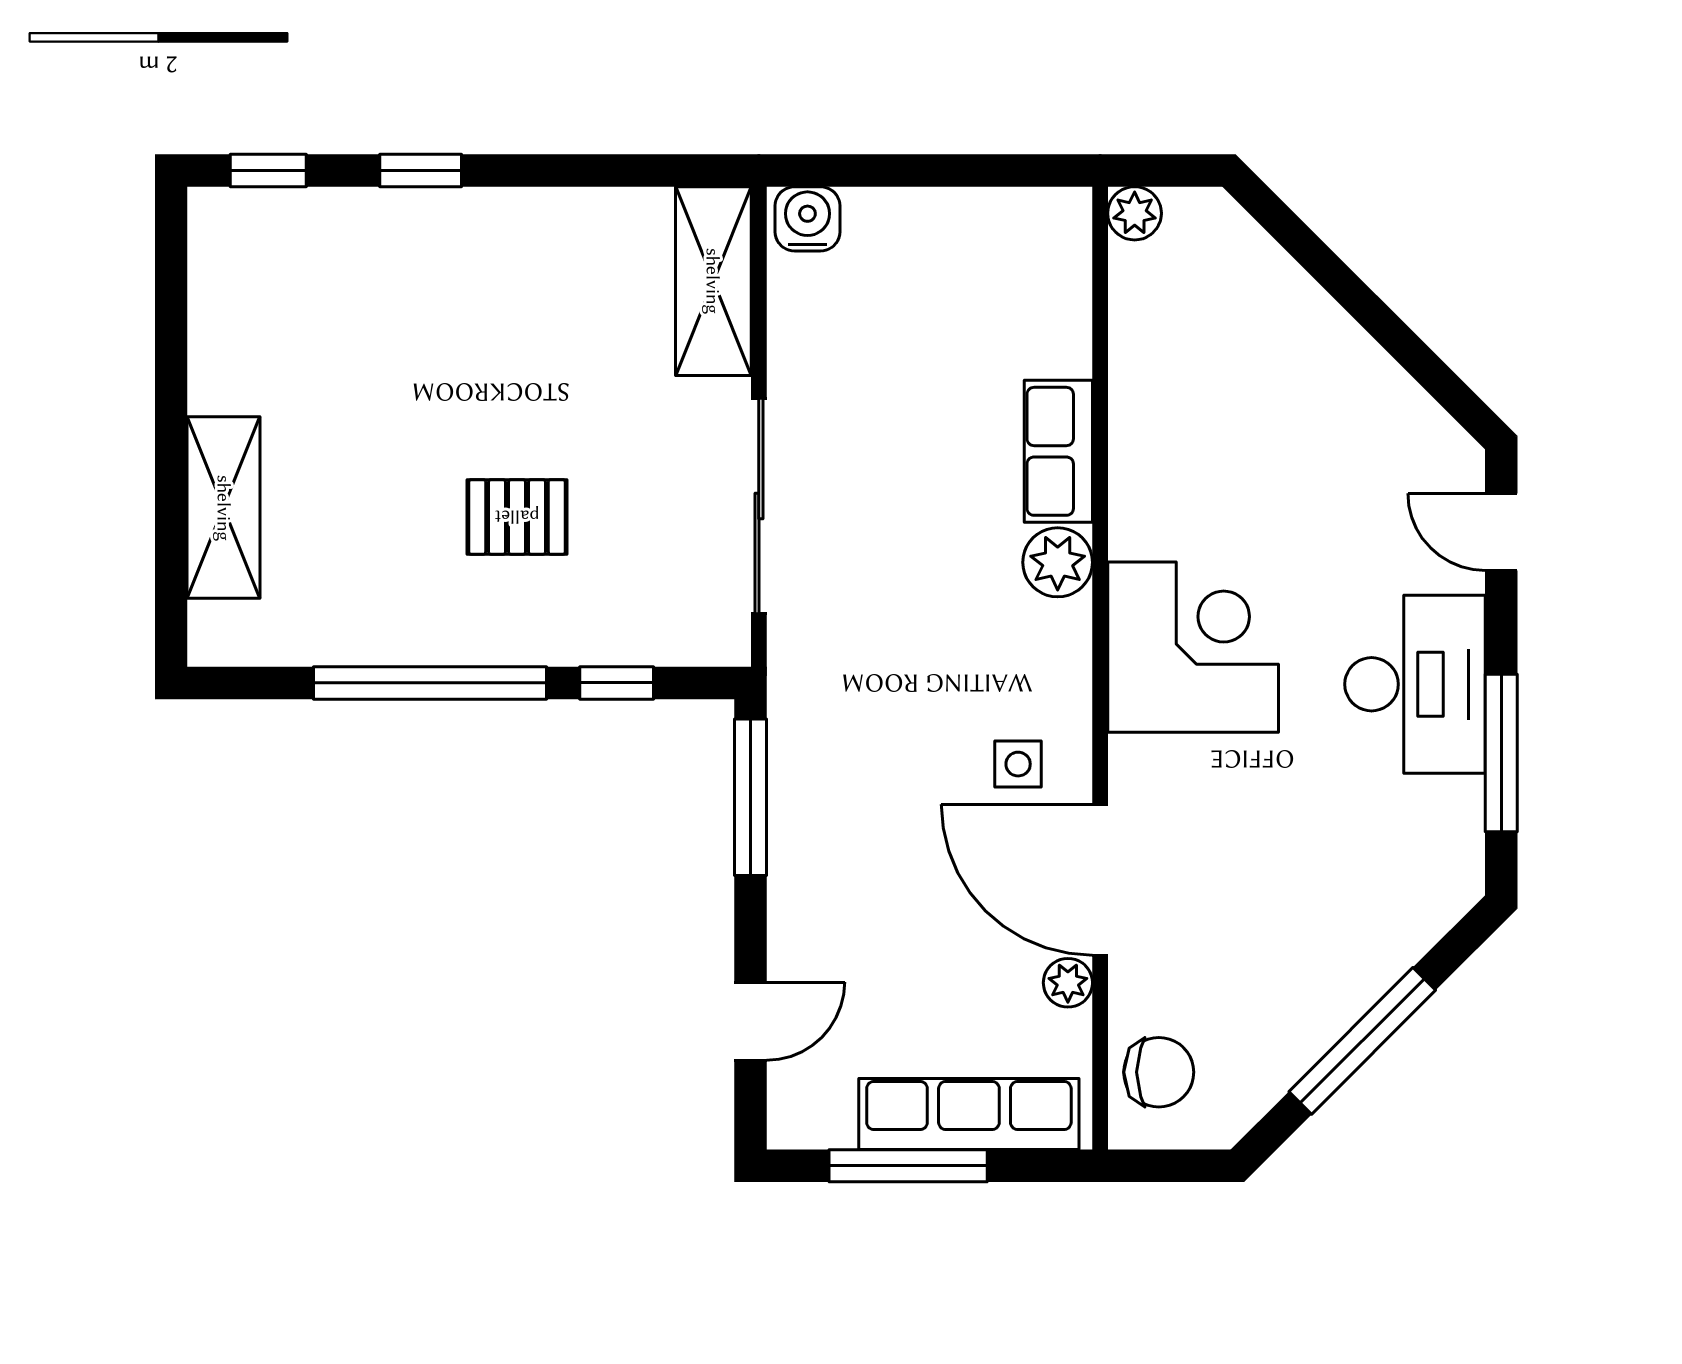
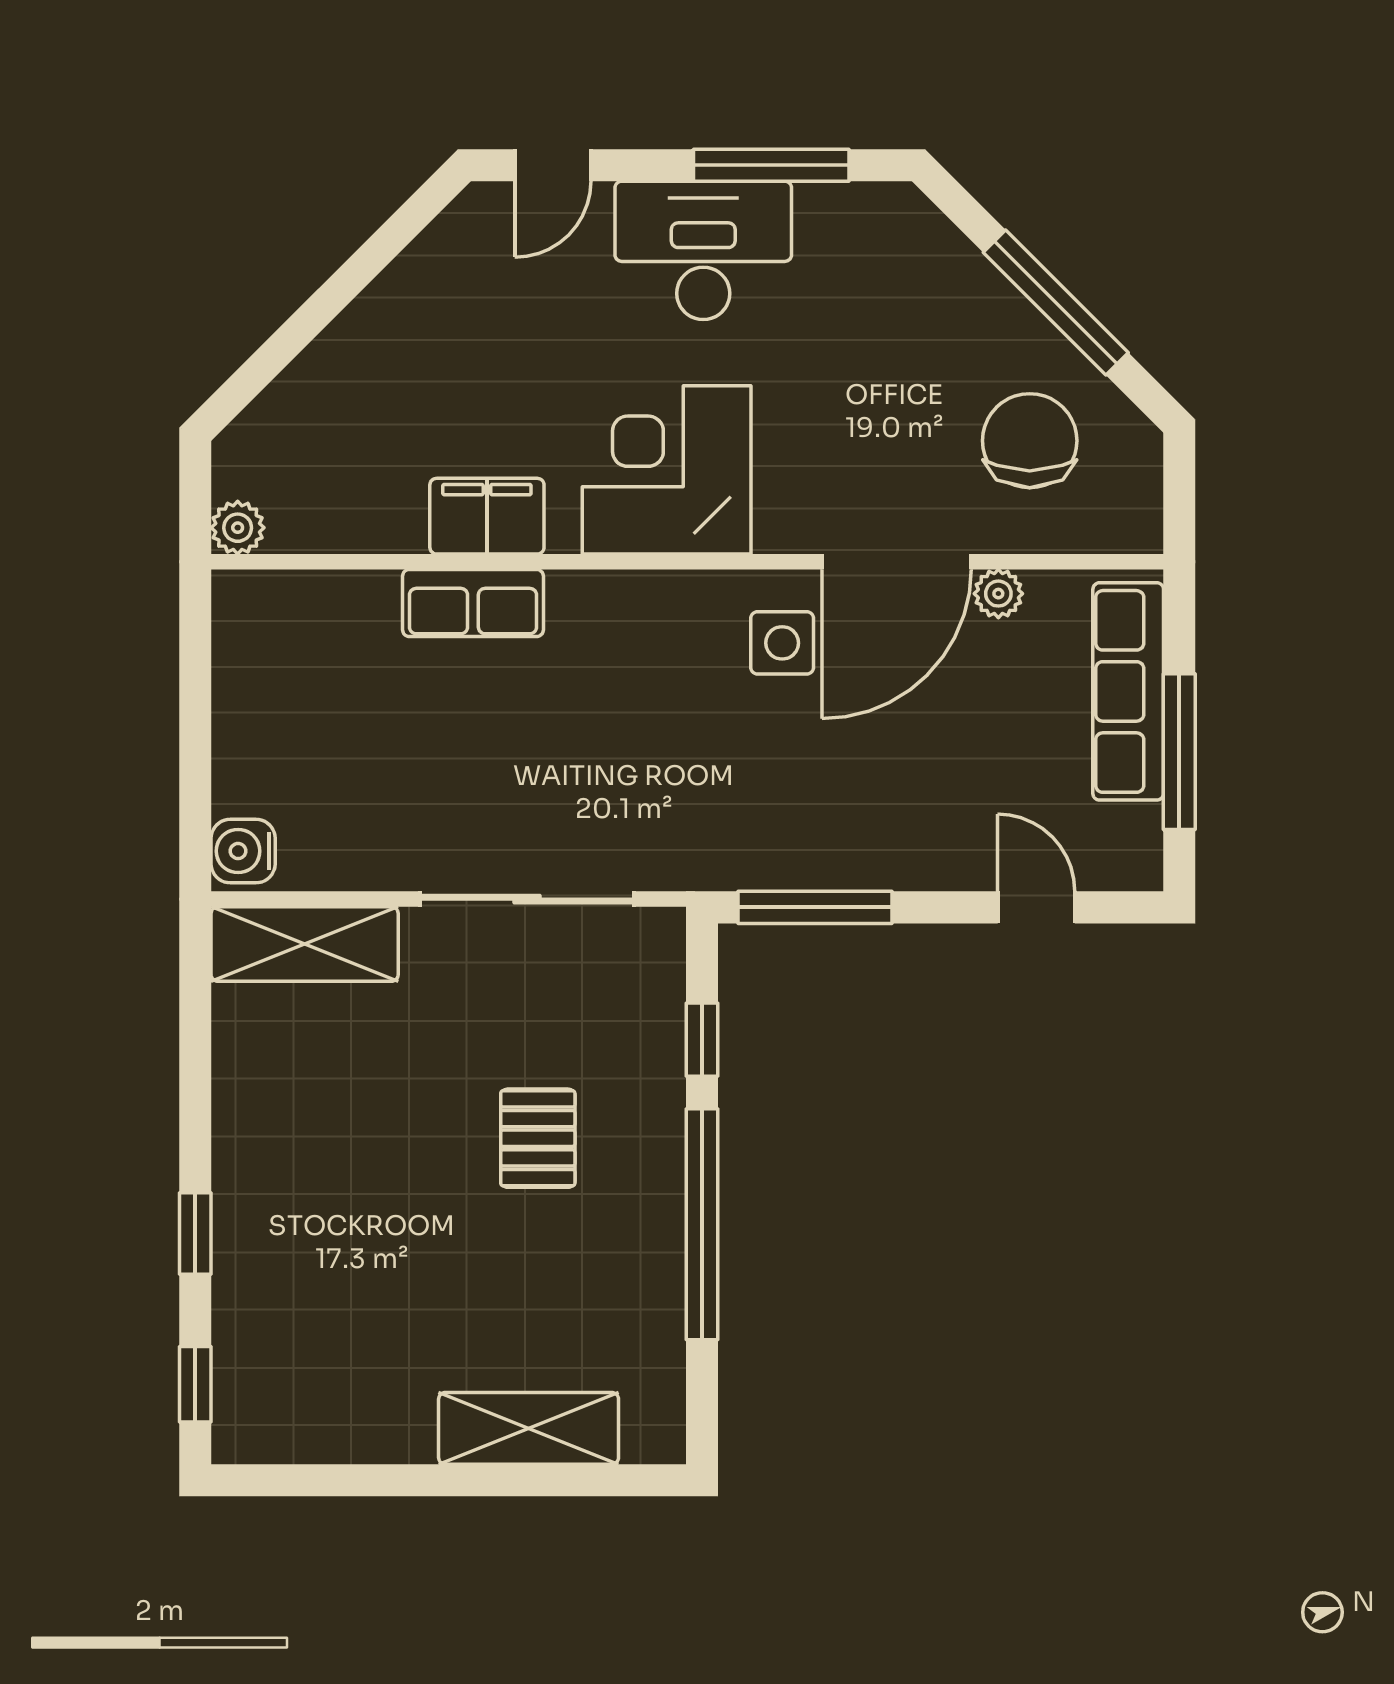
filing cabinet: (1146, 465) -> (487, 516), added
plant: (1058, 562) -> (583, 604), removed
side table: (1018, 764) -> (782, 643), width x1.37, depth x1.37
chair: (1159, 1072) -> (1030, 441), moved, width x1.37, depth x1.37

